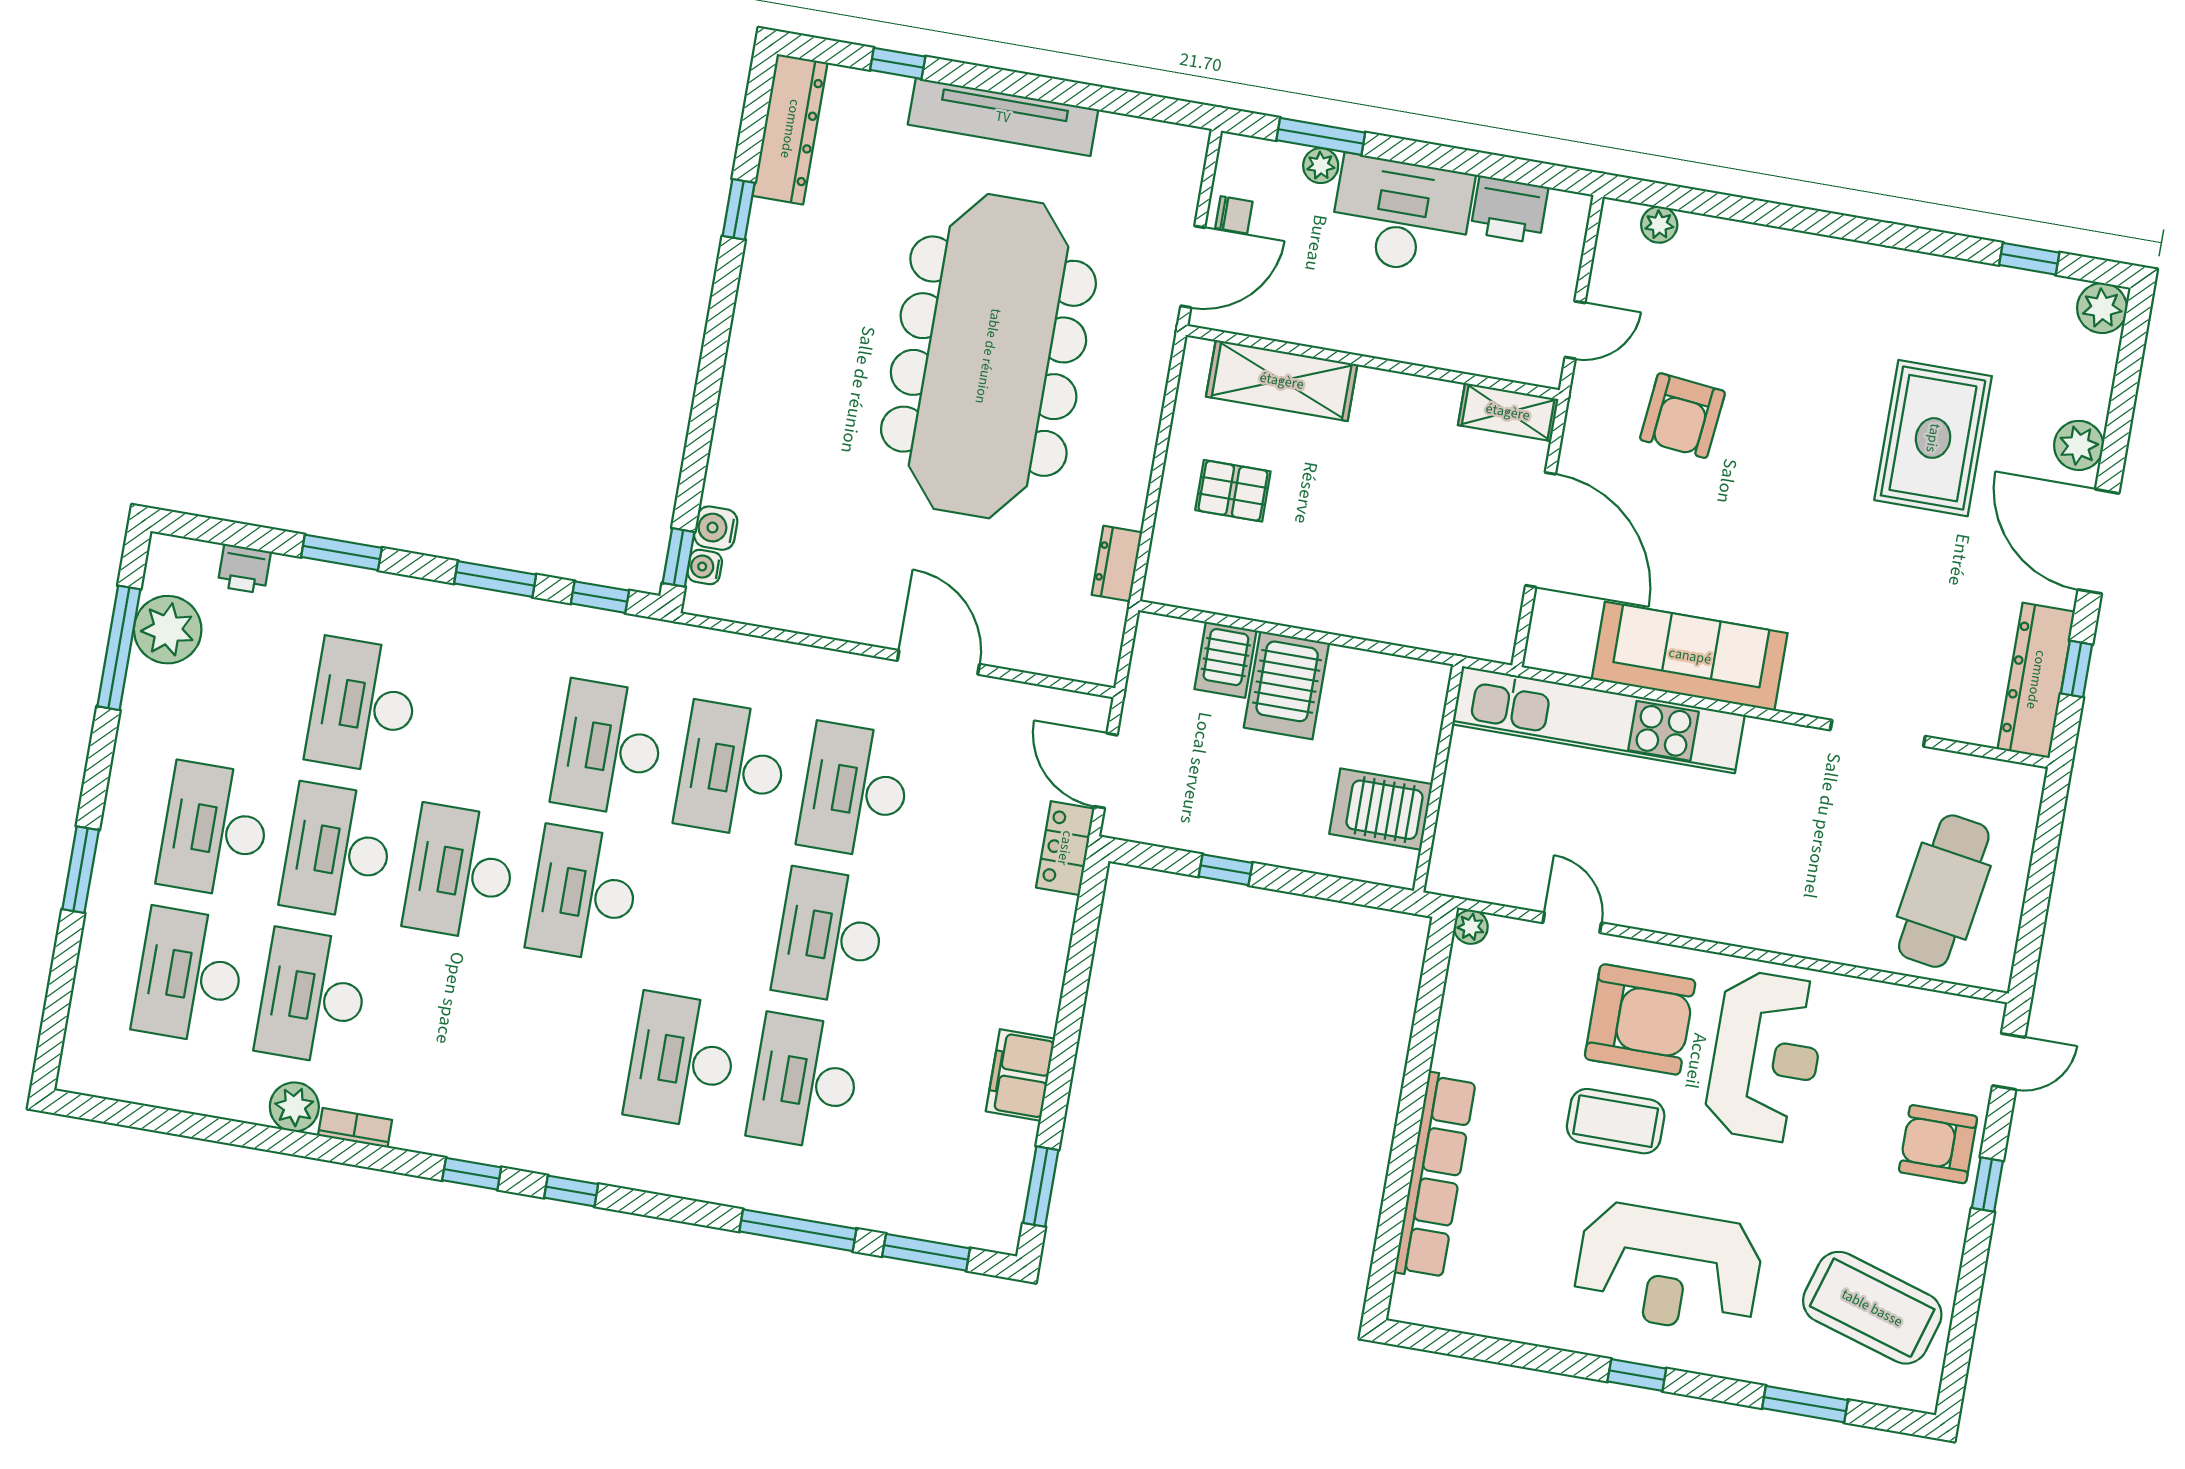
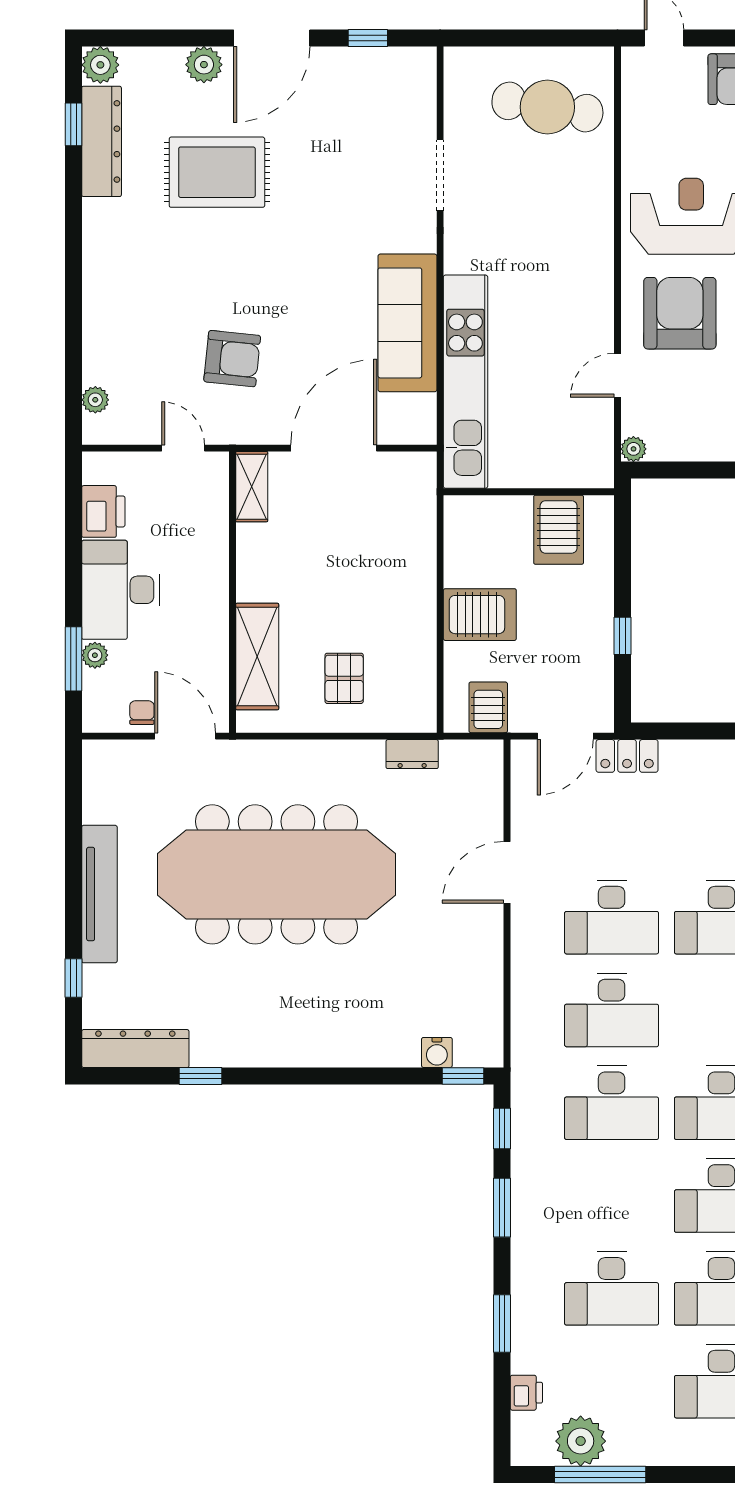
water cooler: (705, 567) -> (467, 1056), removed
server rack: (1226, 660) -> (488, 707), moved, turned -90
dresser: (2036, 680) -> (102, 141), moved, turned -90

